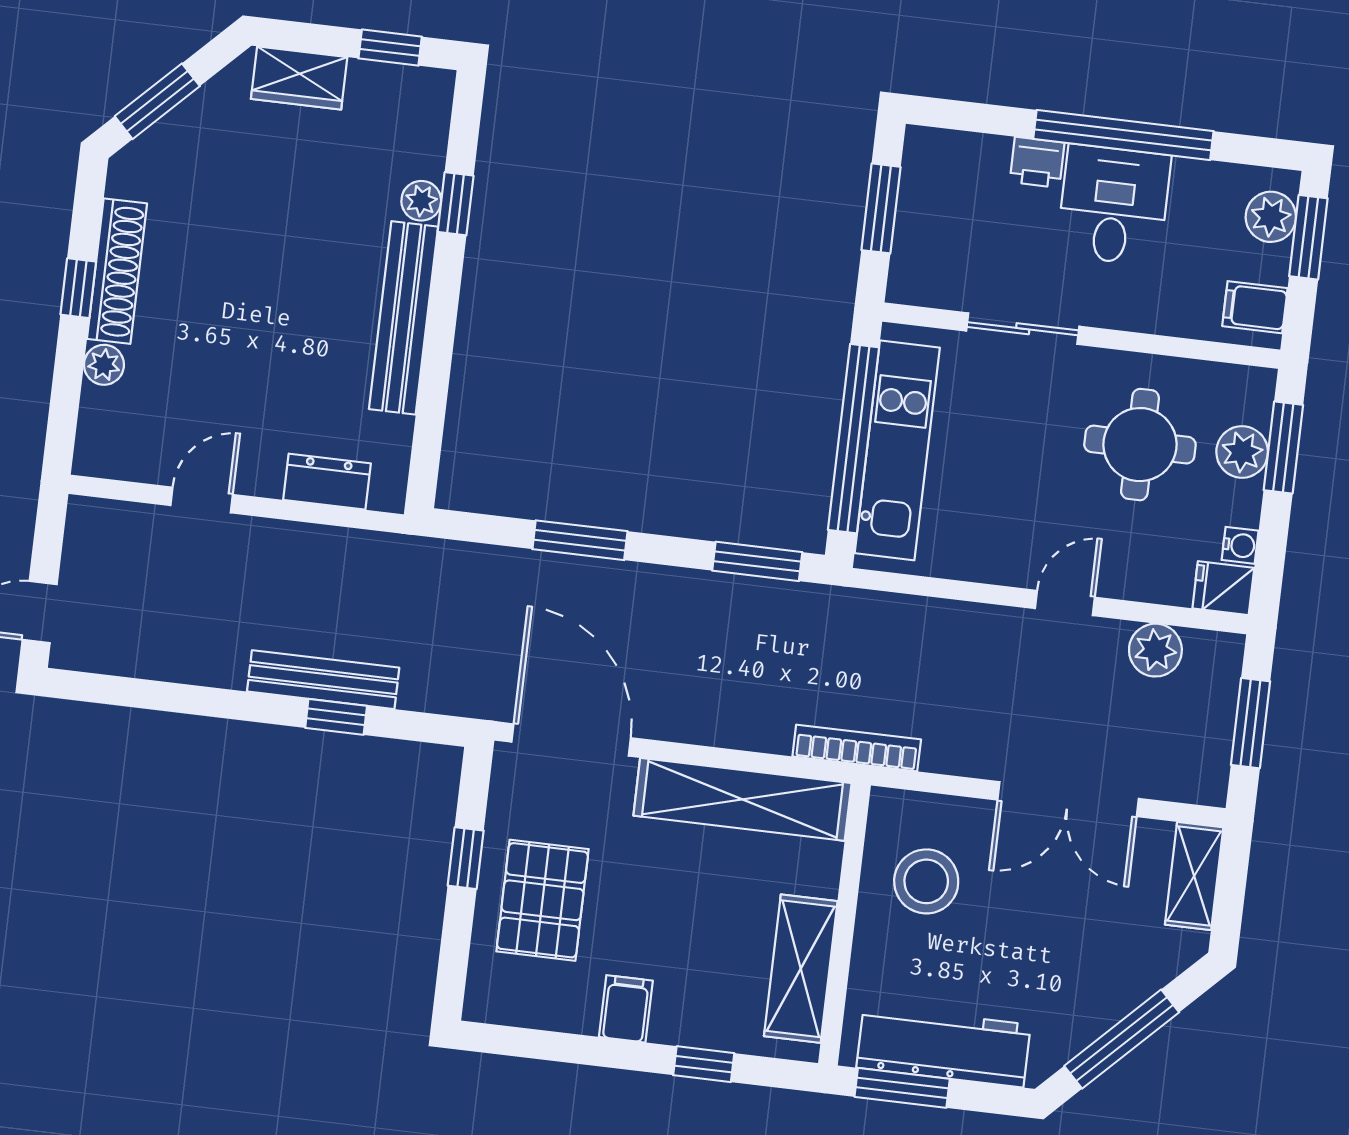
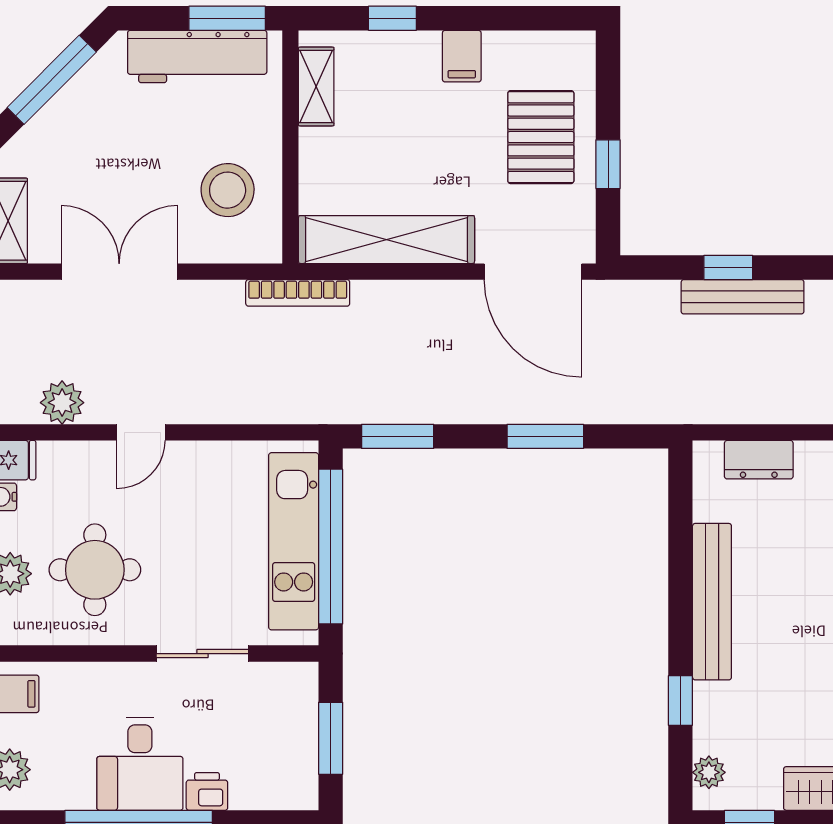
plant: (421, 201) -> (709, 772), moved
shelving: (801, 969) -> (316, 86), width x0.67, depth x0.75

